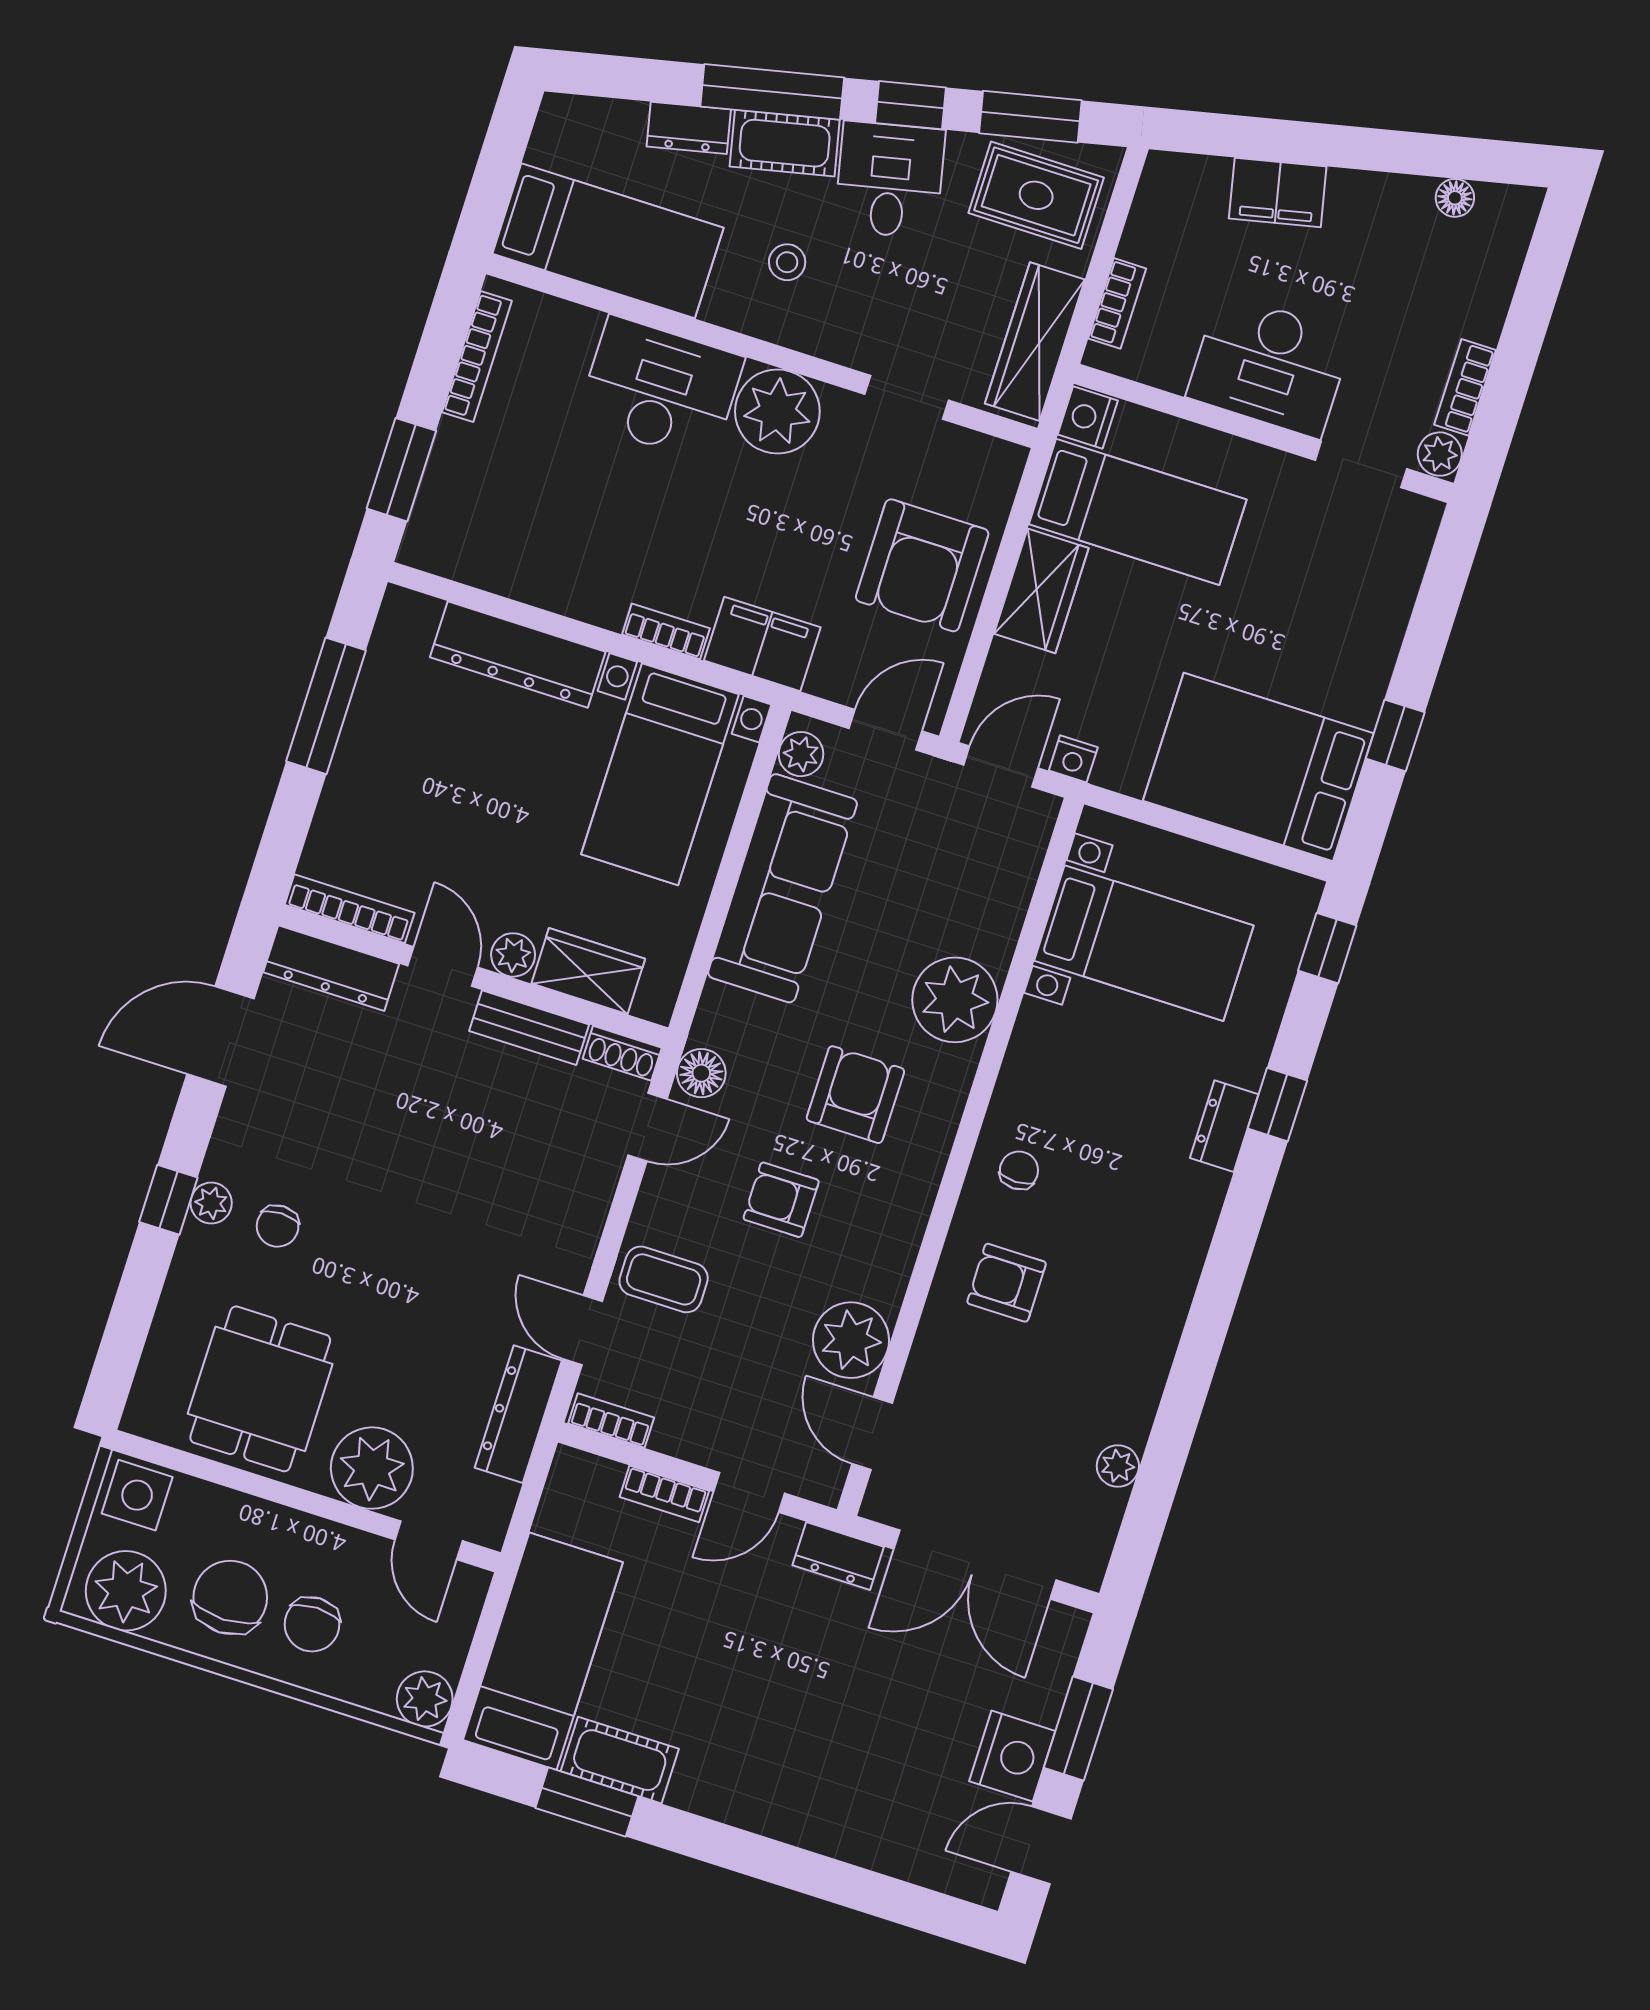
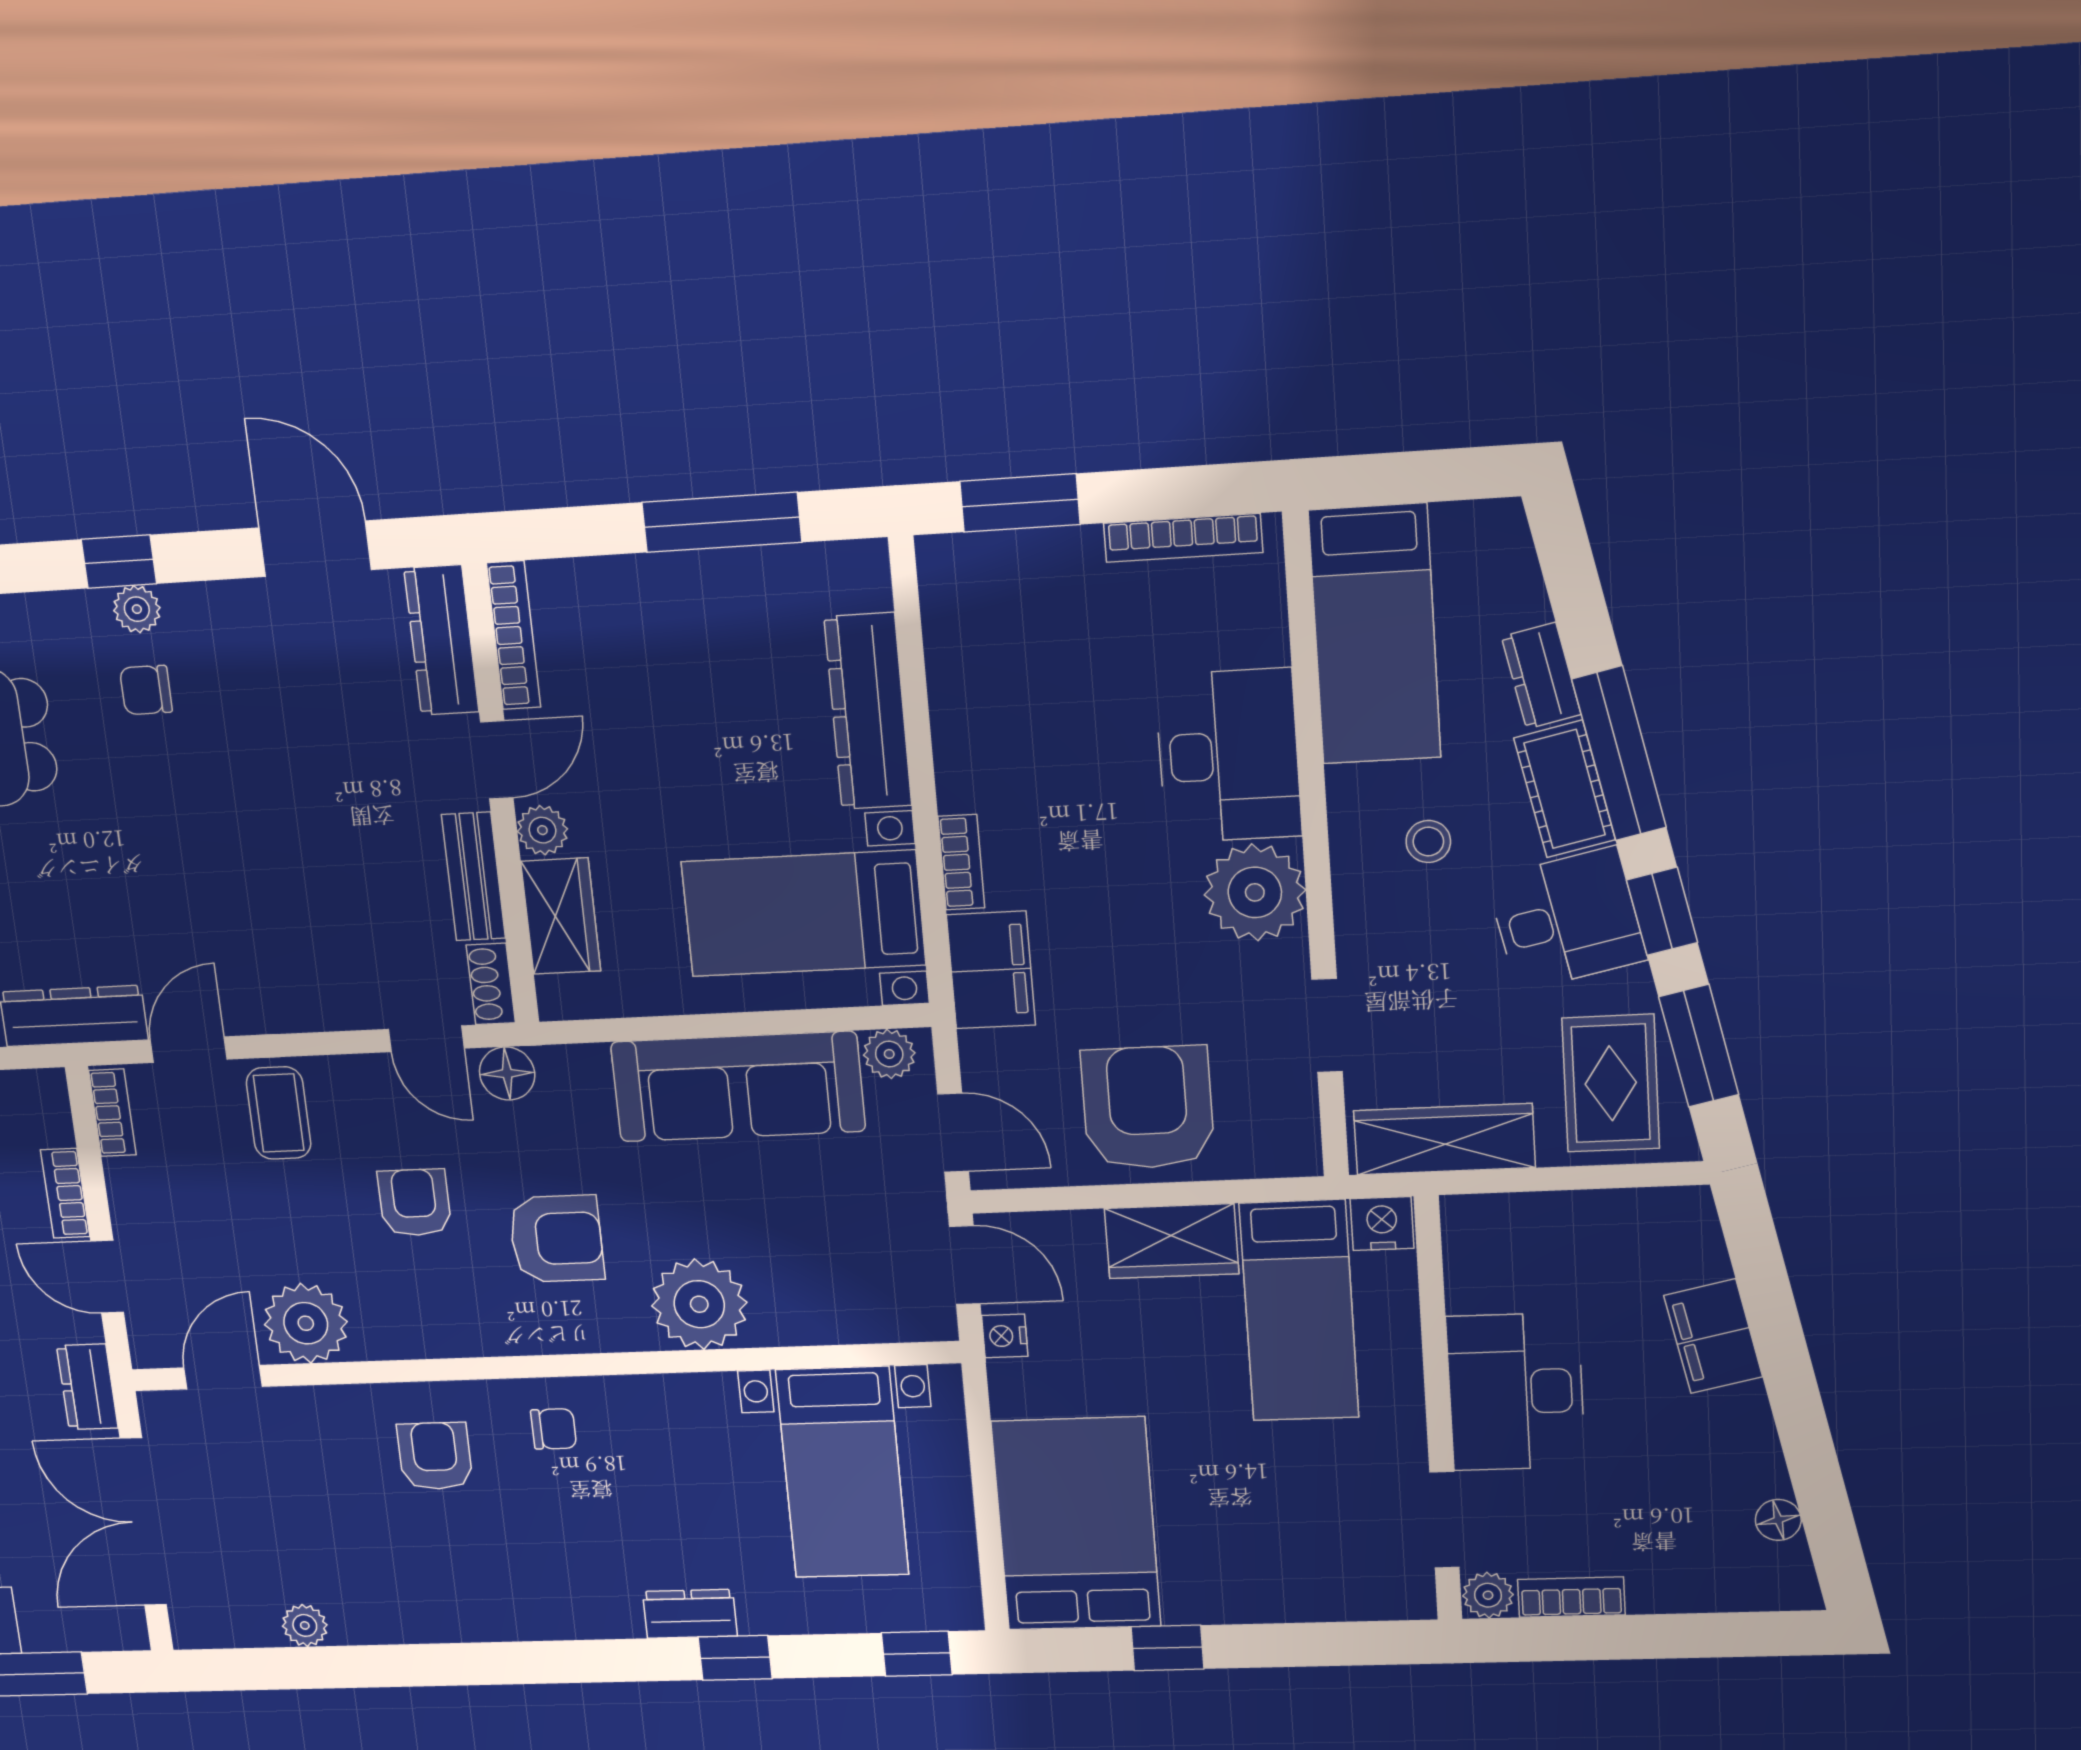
bookcase: (1117, 303) -> (1522, 1211), removed
armchair: (922, 565) -> (1148, 1108), turned 90

